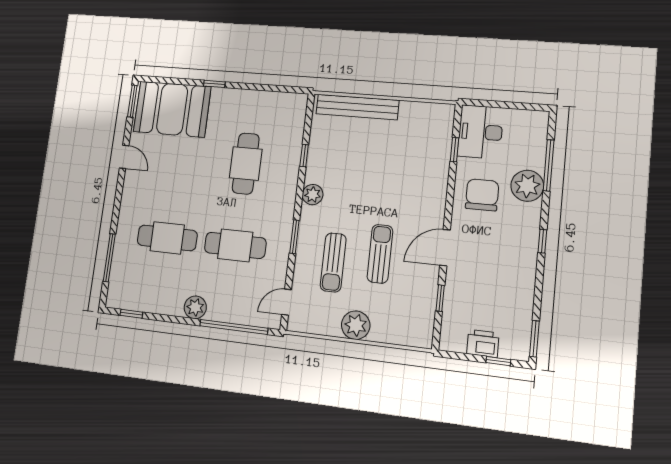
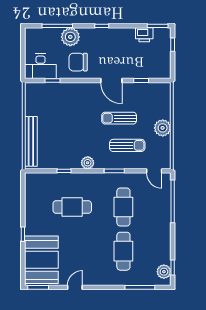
plant: (195, 307) -> (164, 272), moved
printer: (483, 343) -> (144, 35), moved, turned -90

